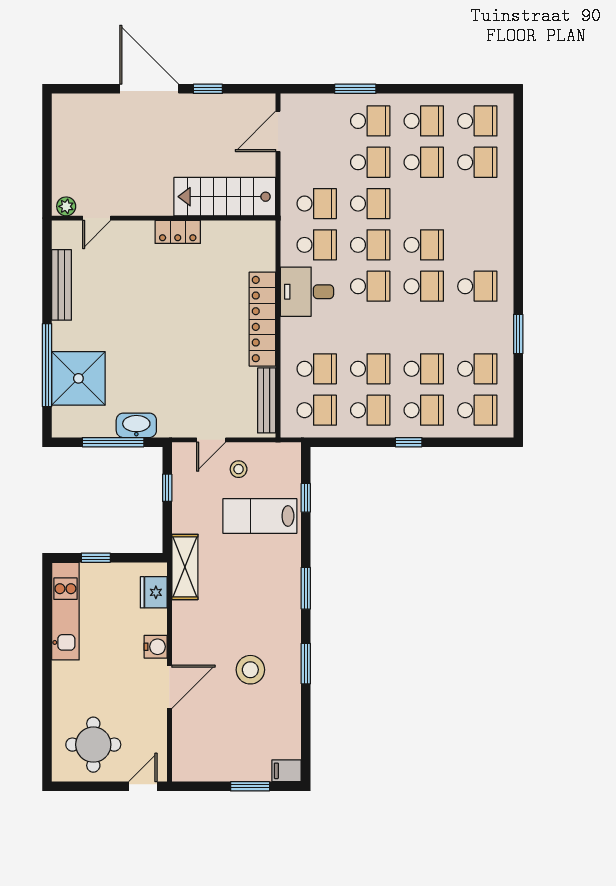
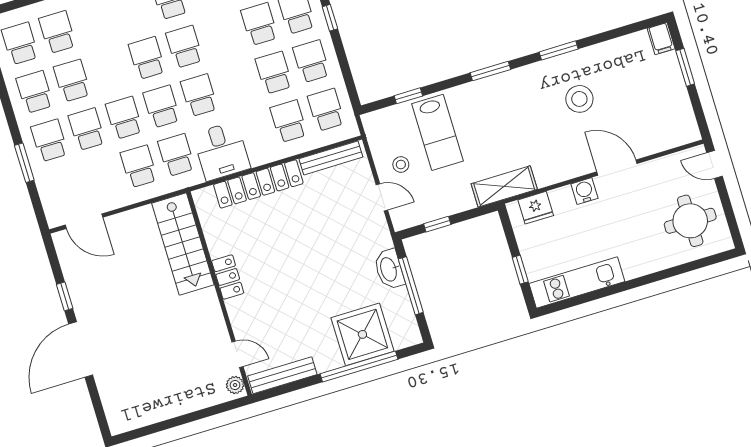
stairs: (225, 197) -> (183, 244), moved
plant: (66, 206) -> (235, 385), moved
door: (97, 218) -> (237, 354), moved
wall: (164, 218) -> (219, 293), moved
locker: (178, 232) -> (228, 277), moved

